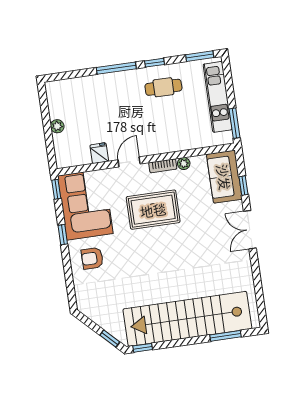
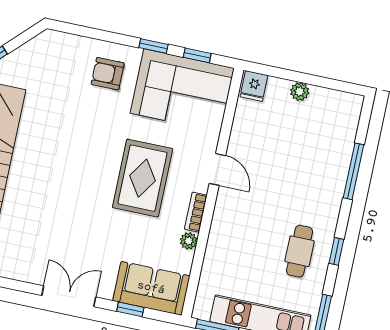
window: (116, 68) -> (353, 171), moved
fridge: (99, 153) -> (254, 86), moved, turned 90
window: (56, 189) -> (197, 55), moved
armchair: (92, 258) -> (108, 74), turned -90

